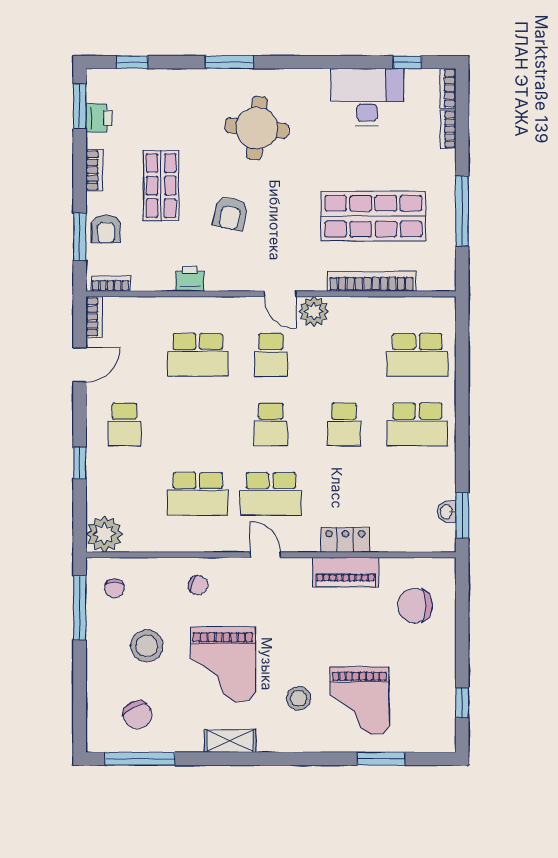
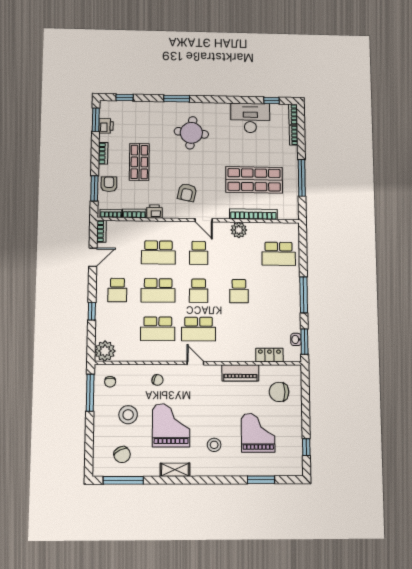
armchair: (230, 213) -> (187, 192), moved
armchair: (106, 229) -> (109, 184), turned 180
bookcase: (153, 283) -> (134, 213), added
plant: (314, 311) -> (239, 230), moved
school desk: (417, 424) -> (158, 290), moved
window: (462, 430) -> (304, 295), added
locker: (345, 540) -> (269, 355), moved
grand piano: (223, 664) -> (171, 425), turned 180
grand piano: (359, 701) -> (258, 433), moved, turned 180

